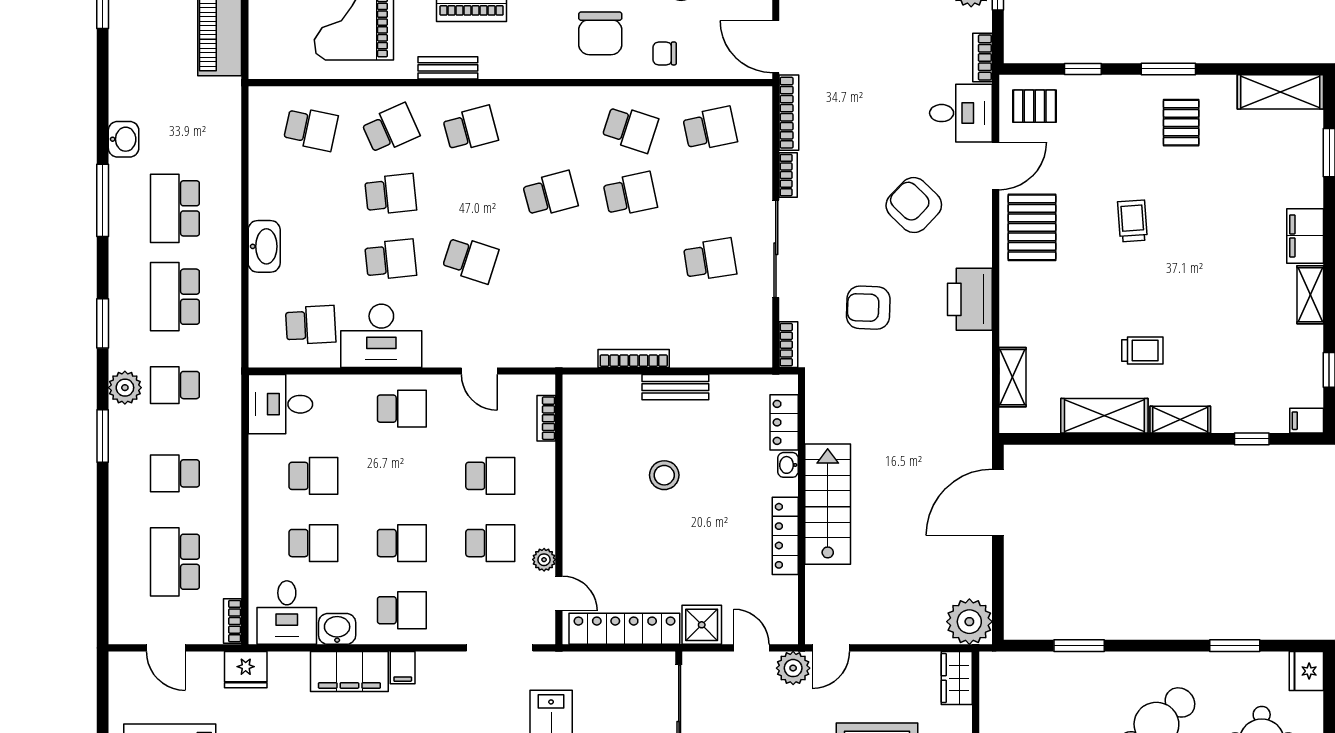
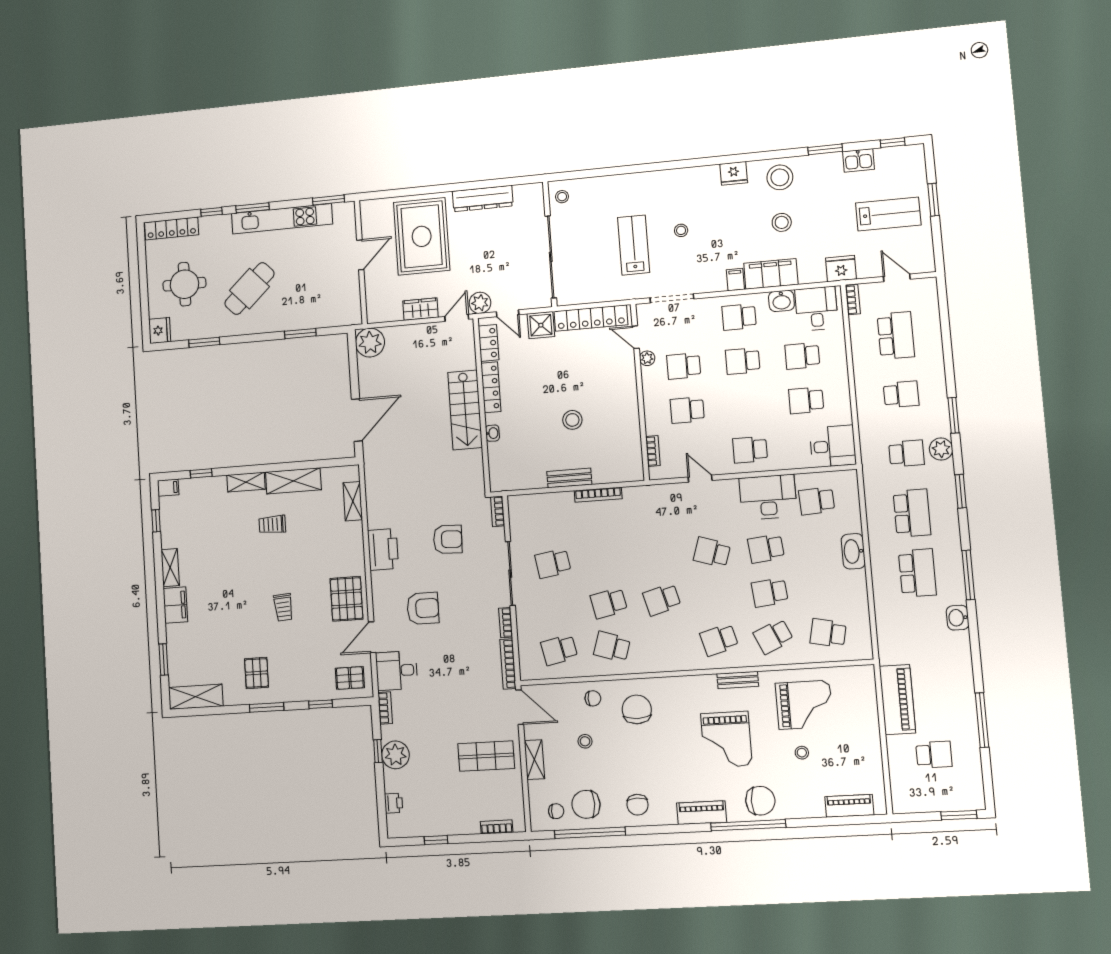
armchair: (914, 205) -> (423, 608), turned -44
locker: (784, 422) -> (489, 343), moved
wardrobe: (957, 678) -> (420, 309), moved, turned -90

